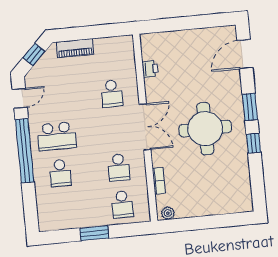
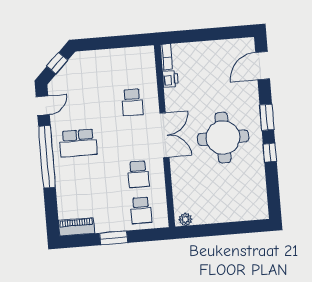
piano: (75, 48) -> (77, 227), moved, turned 180
school desk: (60, 173) -> (81, 179), removed
bookcase: (159, 181) -> (166, 57), moved

